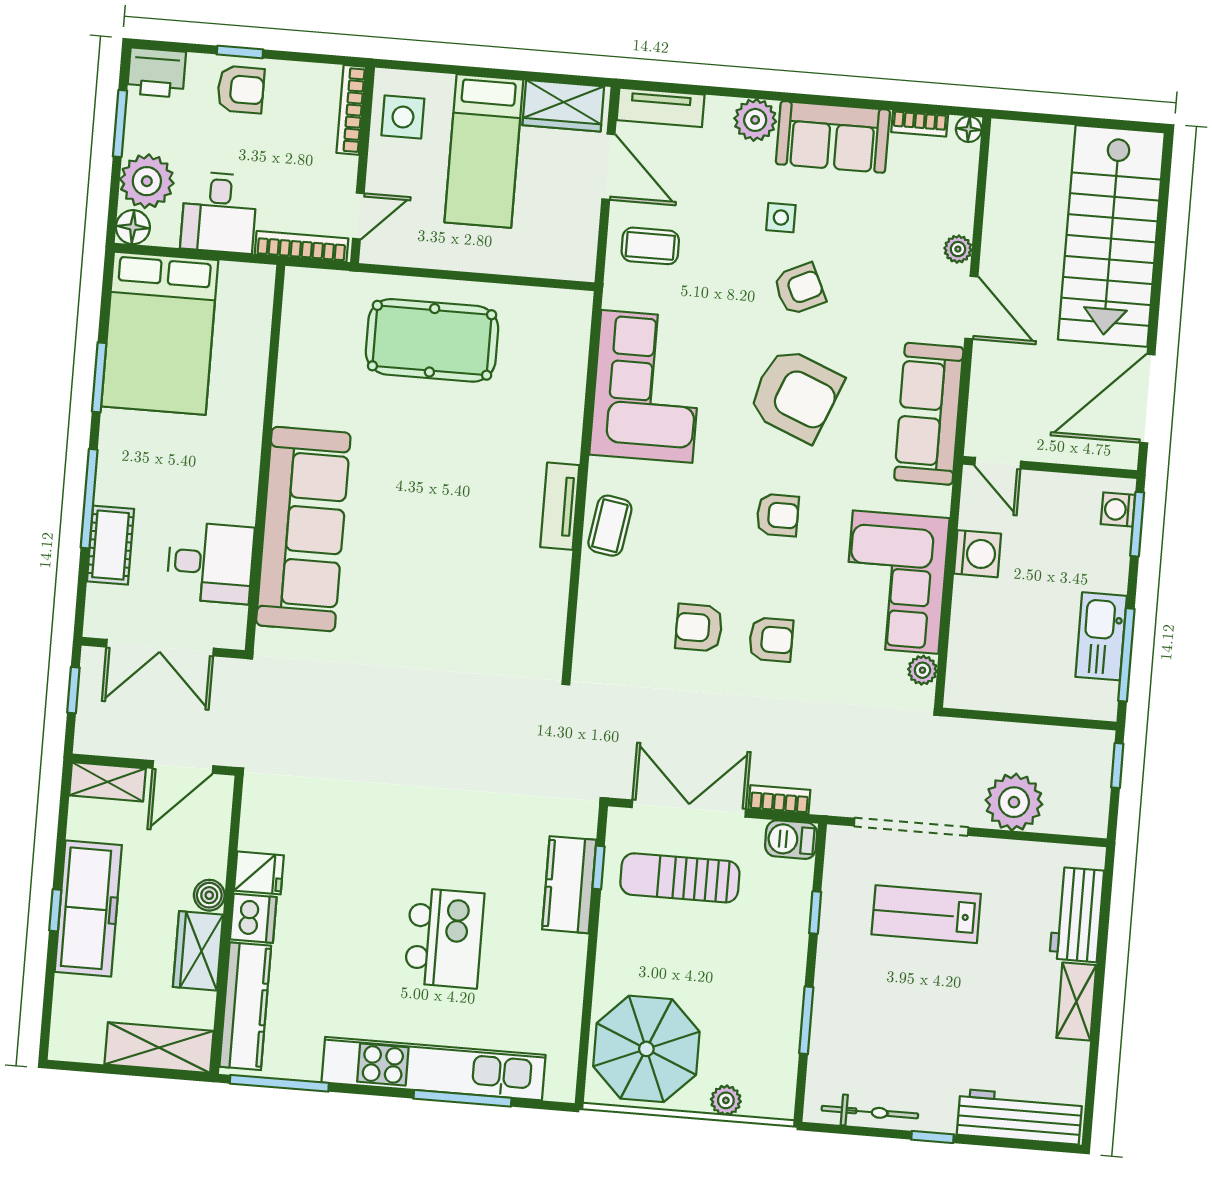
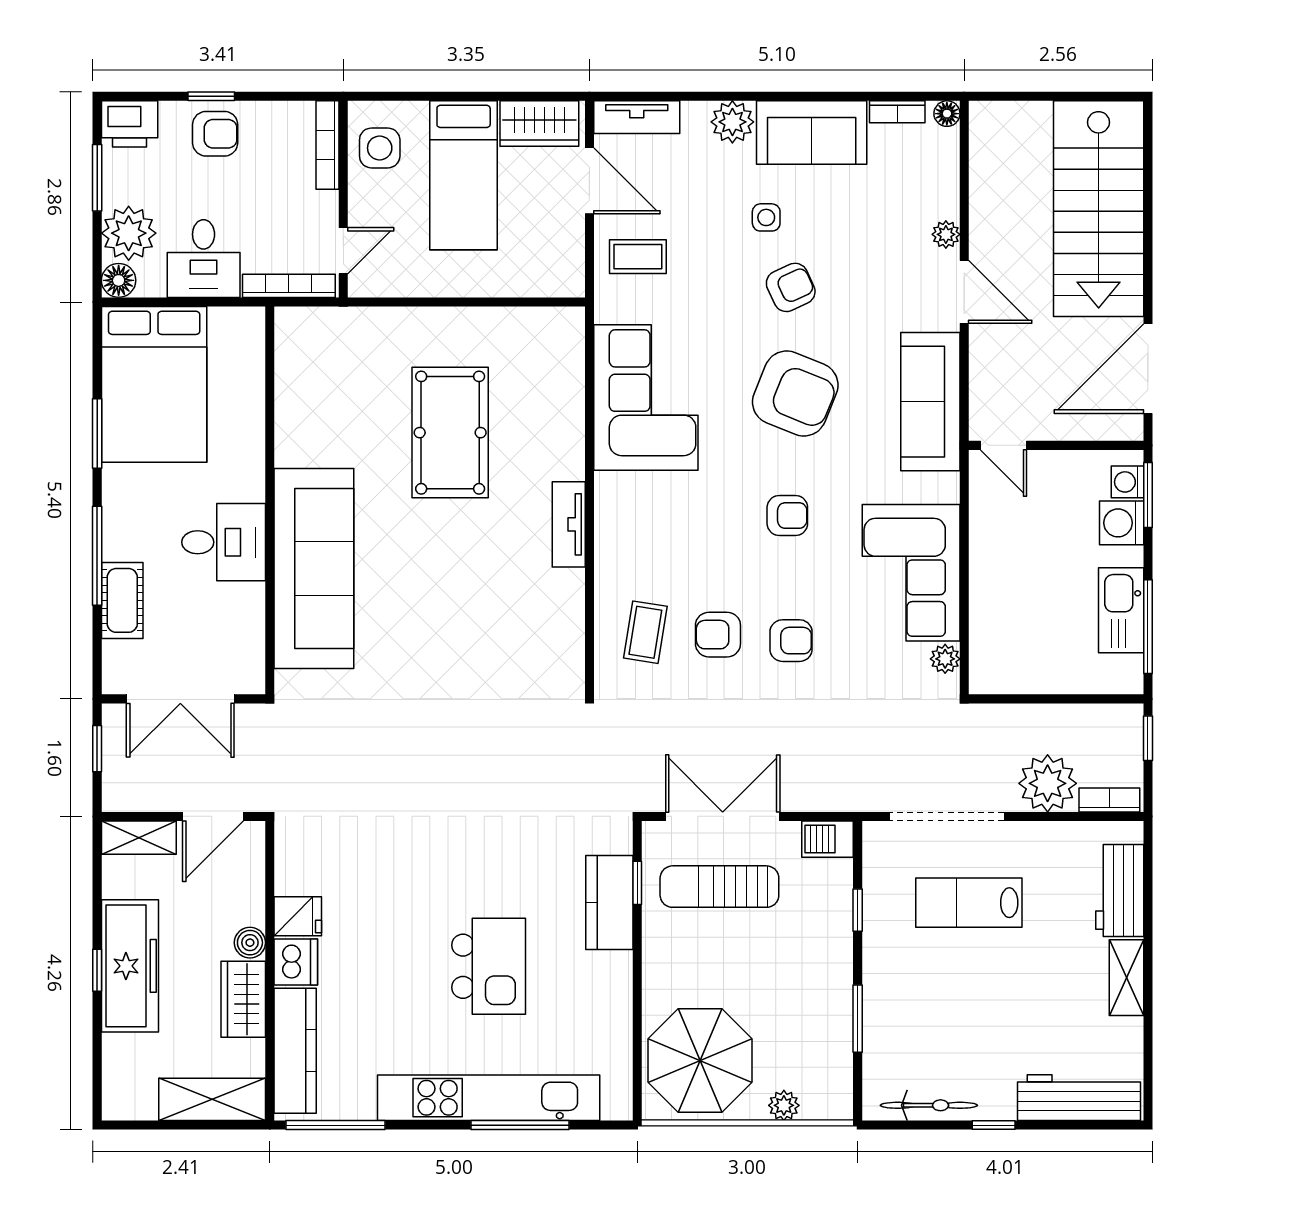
pool table: (432, 340) -> (450, 433), moved, turned 90
coffee table: (610, 526) -> (645, 632), moved
washing machine: (977, 554) -> (1122, 523), moved, turned 180
desk: (210, 563) -> (224, 542), moved
bookcase: (779, 799) -> (1109, 800), moved

